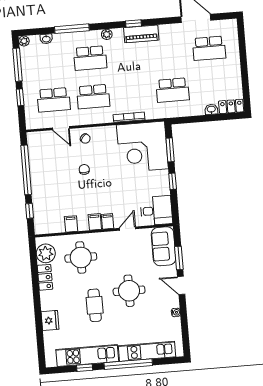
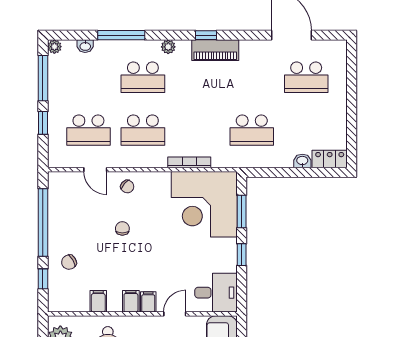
chair: (47, 197) -> (69, 262), added

